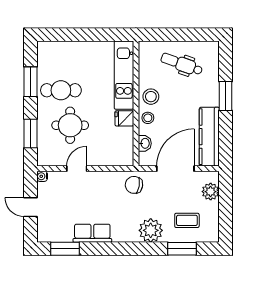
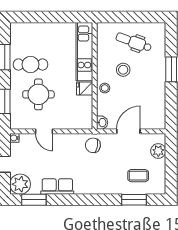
stool: (151, 97) -> (123, 70), moved
kitchen counter: (209, 137) -> (157, 104), removed
washbasin: (145, 143) -> (102, 123), moved
door: (77, 169) -> (44, 131), swing flipped
door: (175, 169) -> (128, 131), width x0.73
plant: (151, 230) -> (20, 184), moved

